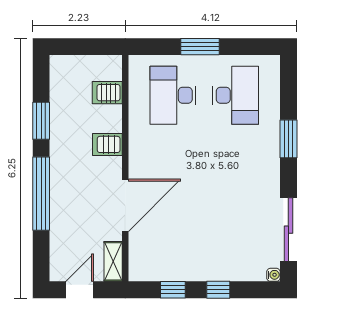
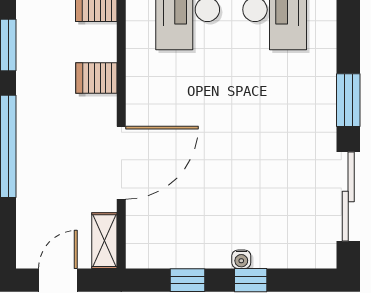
window: (288, 139) -> (348, 100), moved
water cooler: (273, 275) -> (241, 259), moved, turned 90

